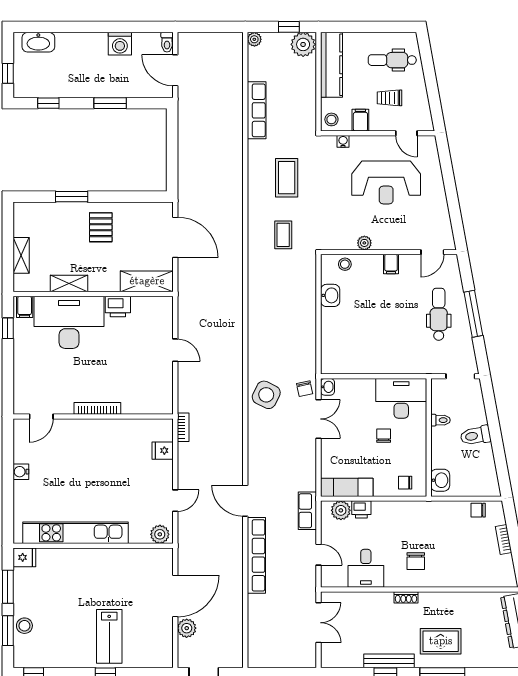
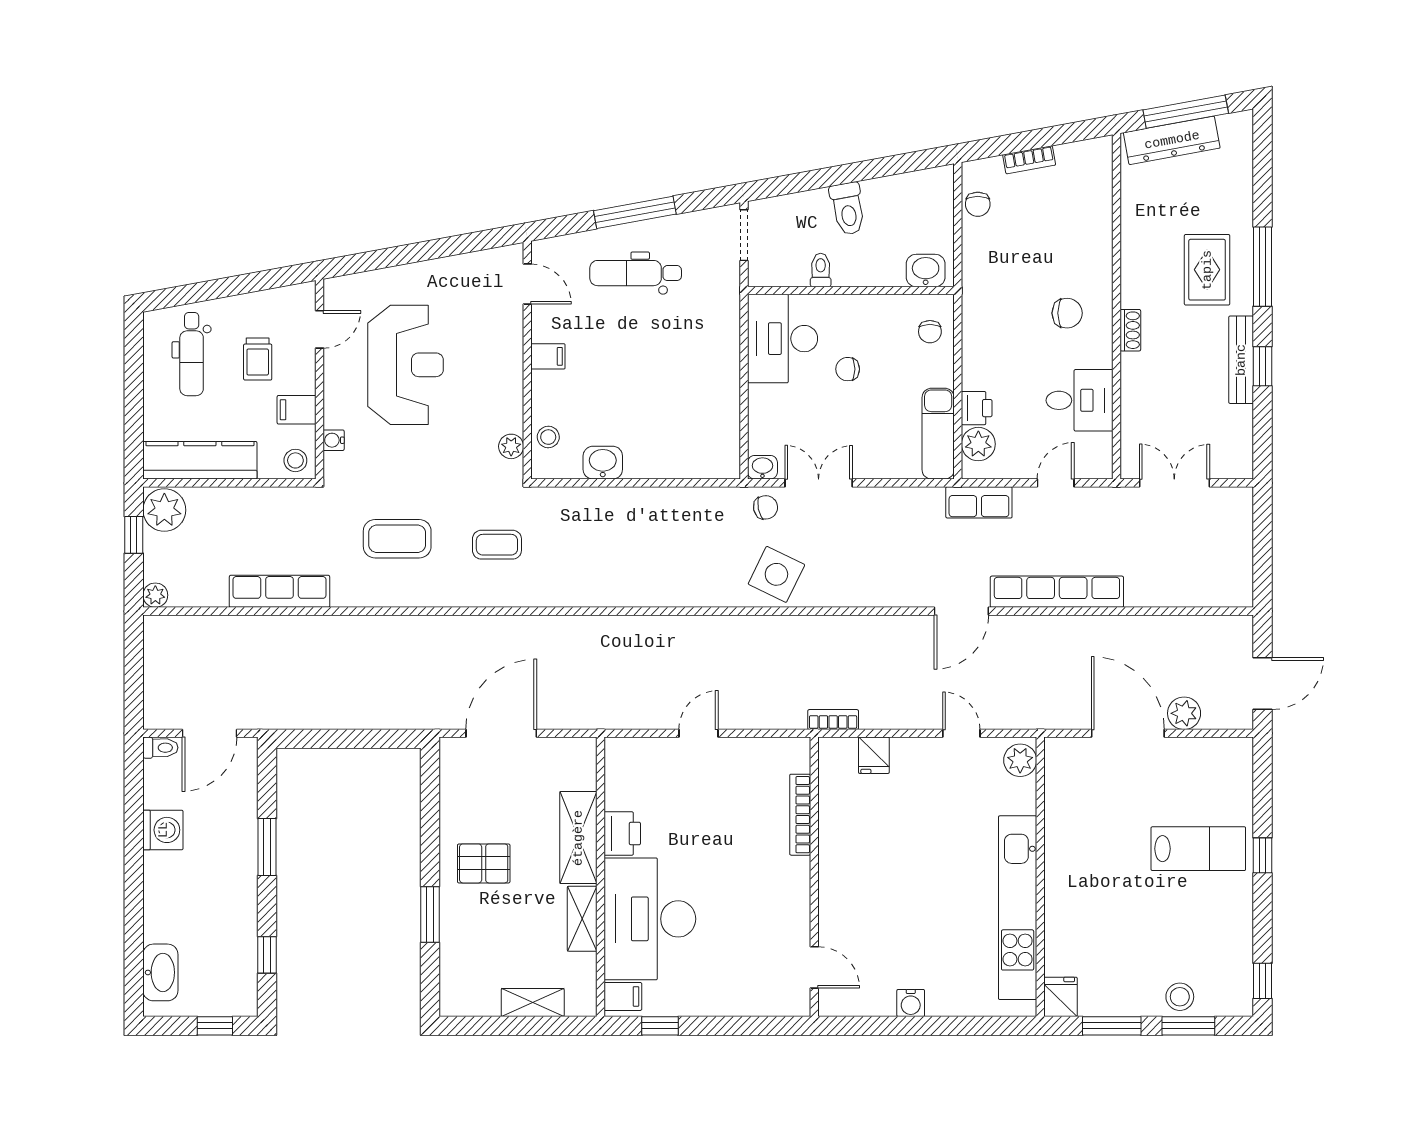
plant: (364, 243) -> (511, 446), moved
shelving: (147, 281) -> (578, 838), moved
bookcase: (97, 408) -> (800, 815), moved

